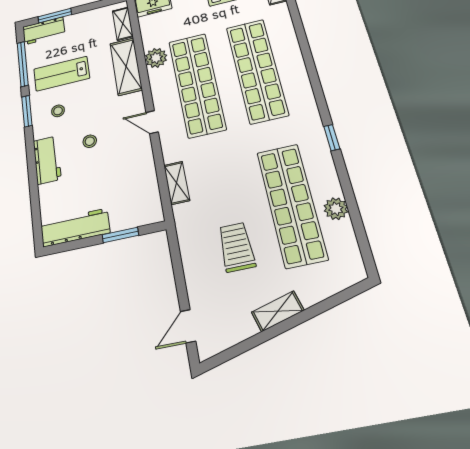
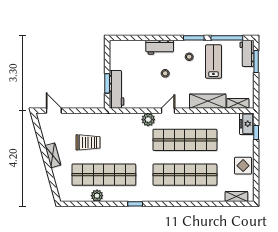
plant: (156, 58) -> (148, 120), moved
shelving: (177, 183) -> (129, 118), removed
workbench: (75, 228) -> (116, 89), moved

